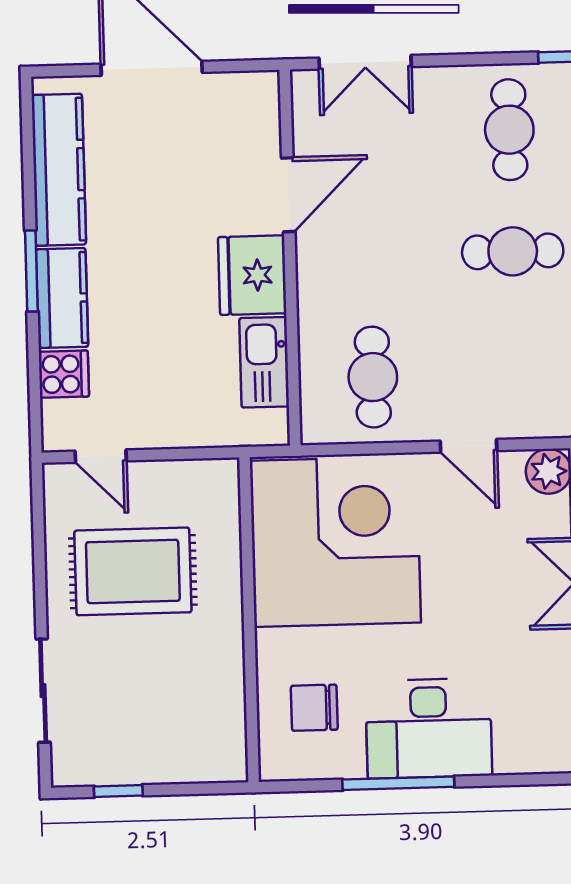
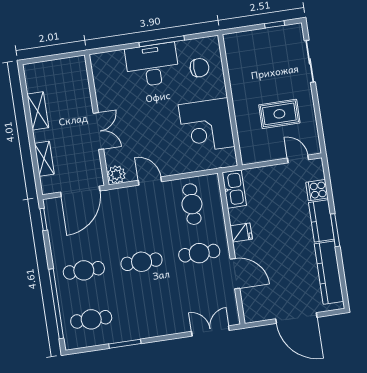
cafe table: (509, 130) -> (199, 253), moved, turned 90
door: (288, 195) -> (235, 274), swing flipped
fridge: (252, 275) -> (241, 233), width x0.53, depth x0.75
kitchen sink: (264, 362) -> (234, 189), moved
corner desk: (335, 542) -> (207, 126), width x0.74, depth x0.74
rug: (133, 571) -> (279, 114), width x0.73, depth x0.70

